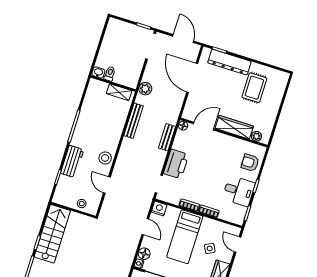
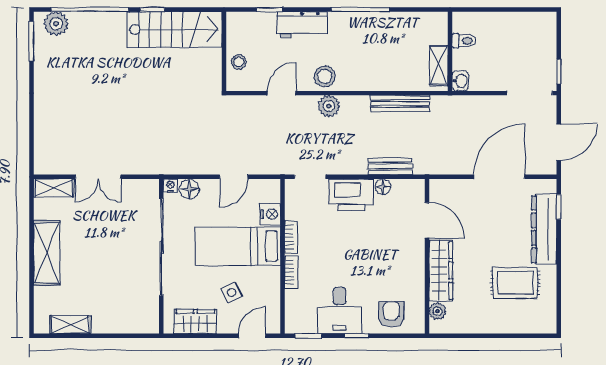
washbasin: (98, 72) -> (460, 81), moved
plant: (145, 89) -> (329, 106), moved
floor lamp: (183, 126) -> (383, 187), moved
nightstand: (159, 209) -> (270, 214), moved

